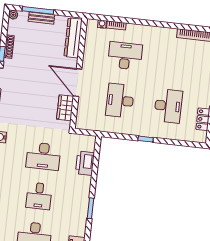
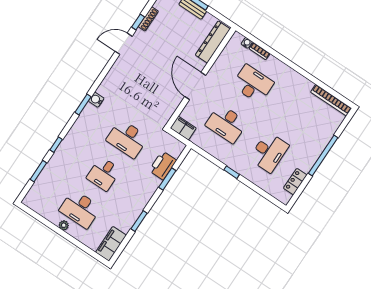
desk: (120, 101) -> (226, 124), turned -90
wardrobe: (65, 108) -> (171, 104), removed
filing cabinet: (86, 123) -> (183, 128), added
window: (95, 173) -> (167, 179), added
window: (91, 208) -> (139, 221), moved

